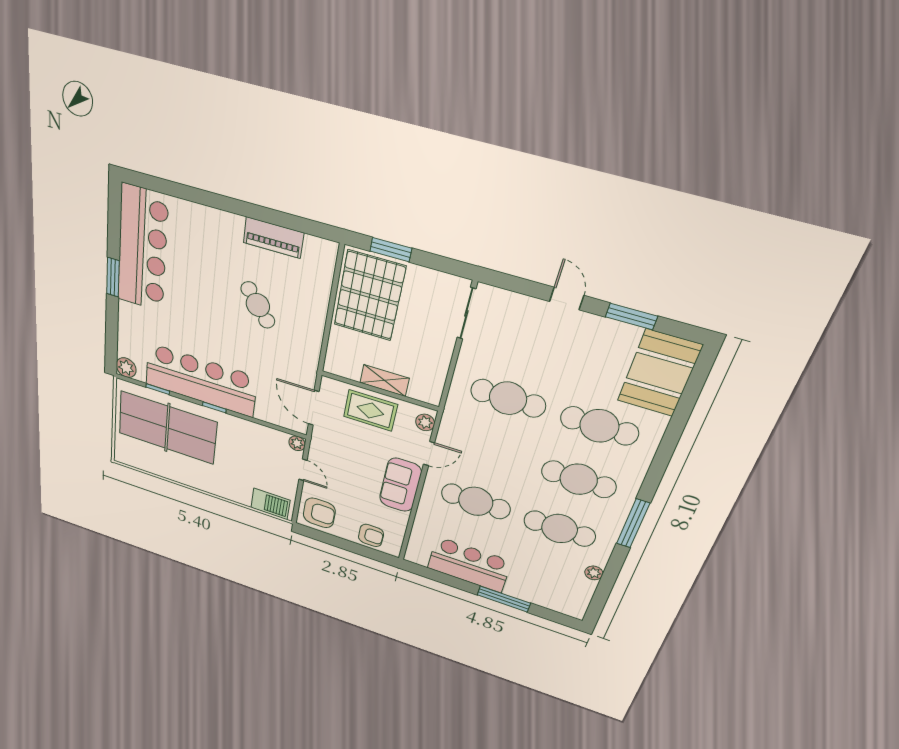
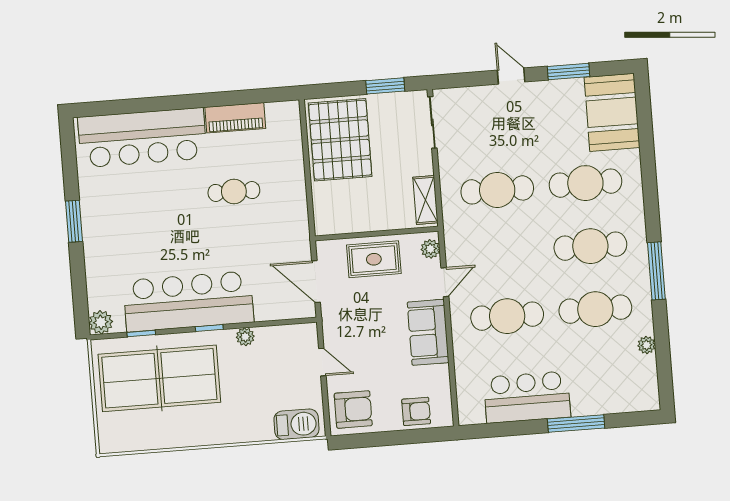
bar counter: (142, 249) -> (142, 138), moved, turned 90
window: (391, 250) -> (385, 86), moved
cafe table: (258, 305) -> (234, 191), turned -51
shelving: (385, 380) -> (425, 200), moved, turned 90
plant: (297, 443) -> (245, 337), moved

